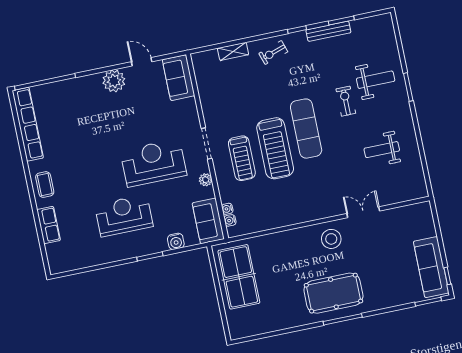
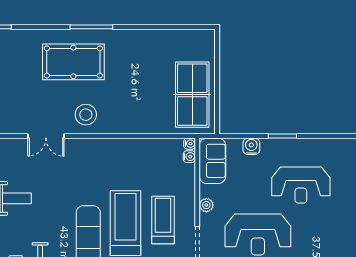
water cooler: (227, 209) -> (190, 144), moved
pool table: (333, 293) -> (73, 62), moved

